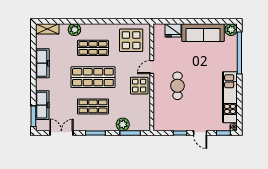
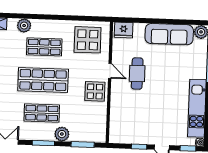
fridge: (173, 30) -> (124, 30), moved
door: (152, 67) -> (110, 71), swing flipped
cafe table: (177, 86) -> (137, 73), moved
plant: (123, 124) -> (62, 134), moved

